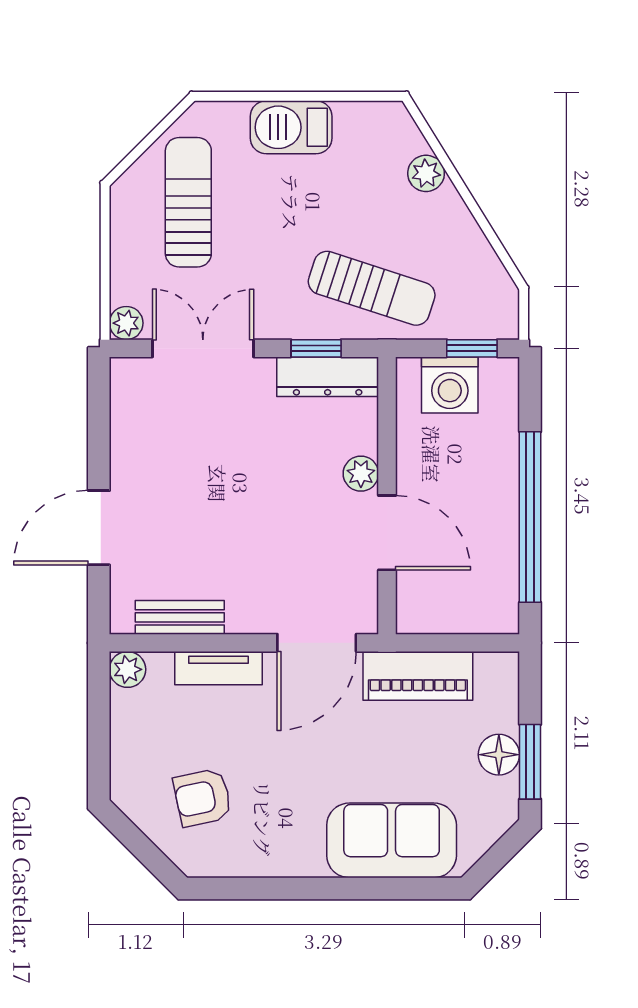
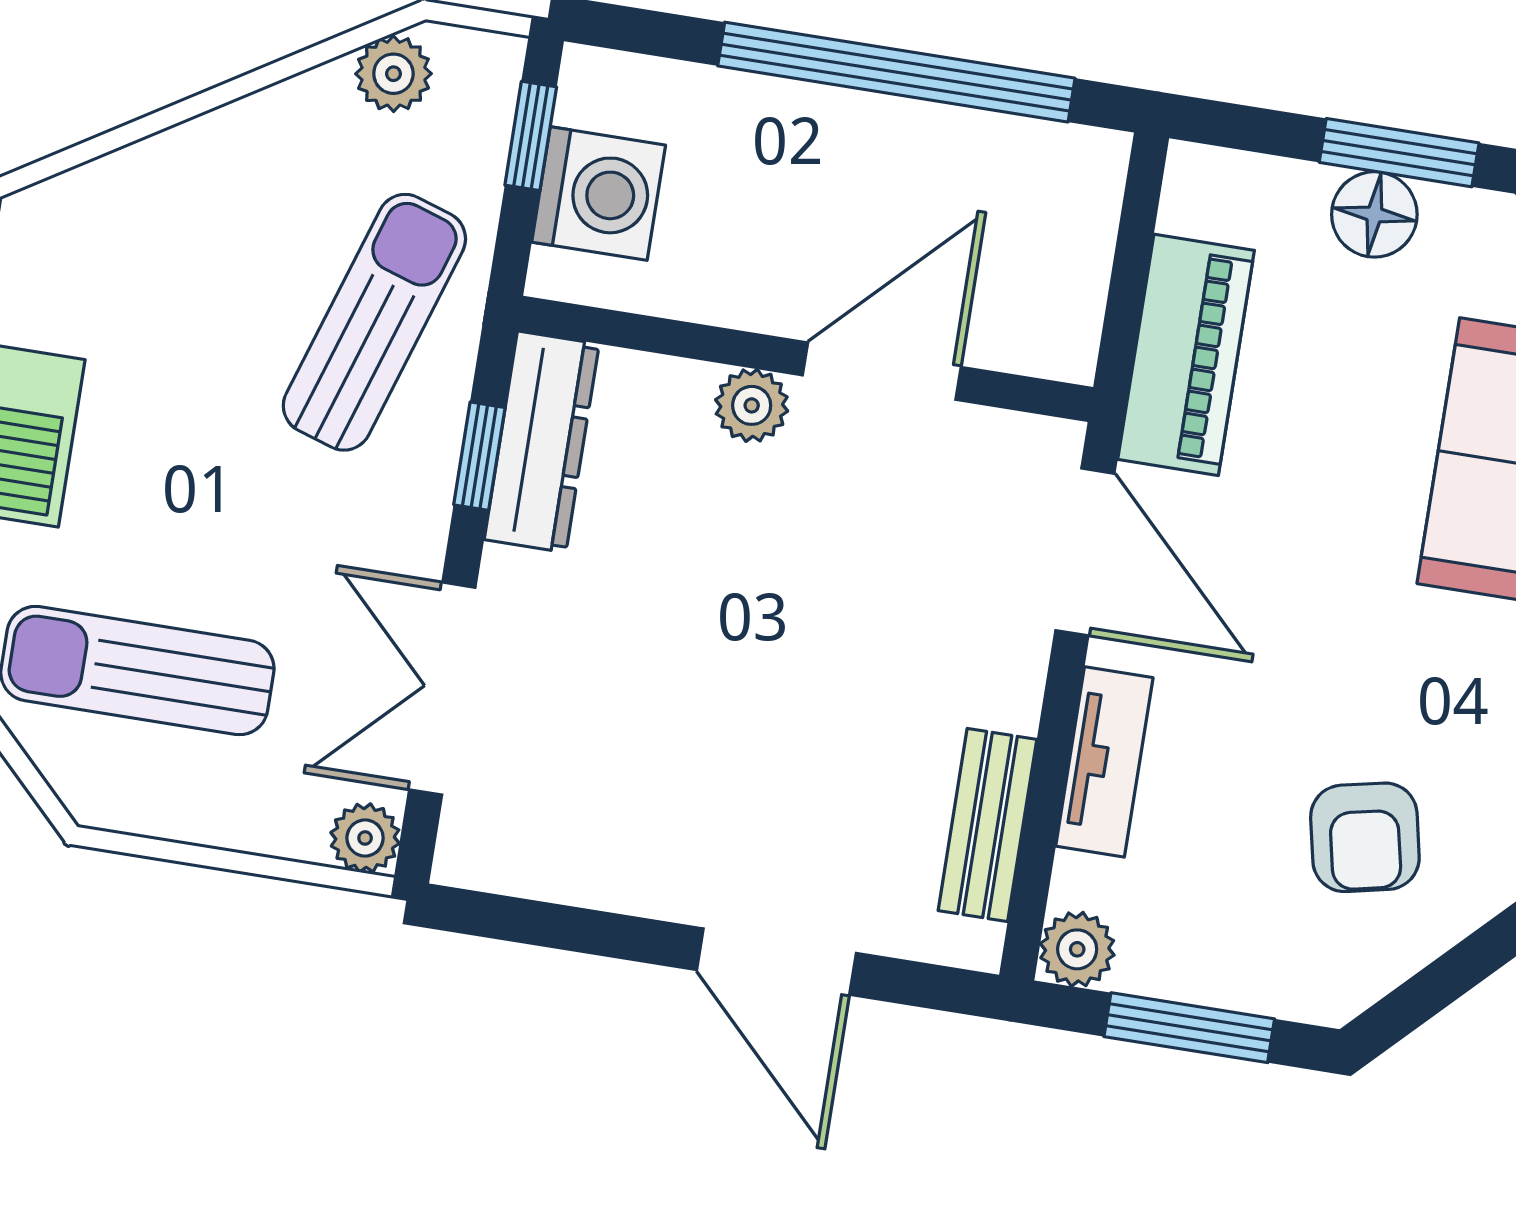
plant: (426, 173) -> (393, 74), moved
window: (99, 729) -> (1189, 1028), added

